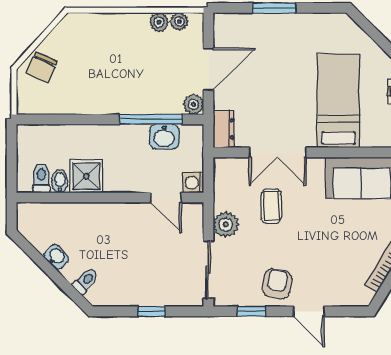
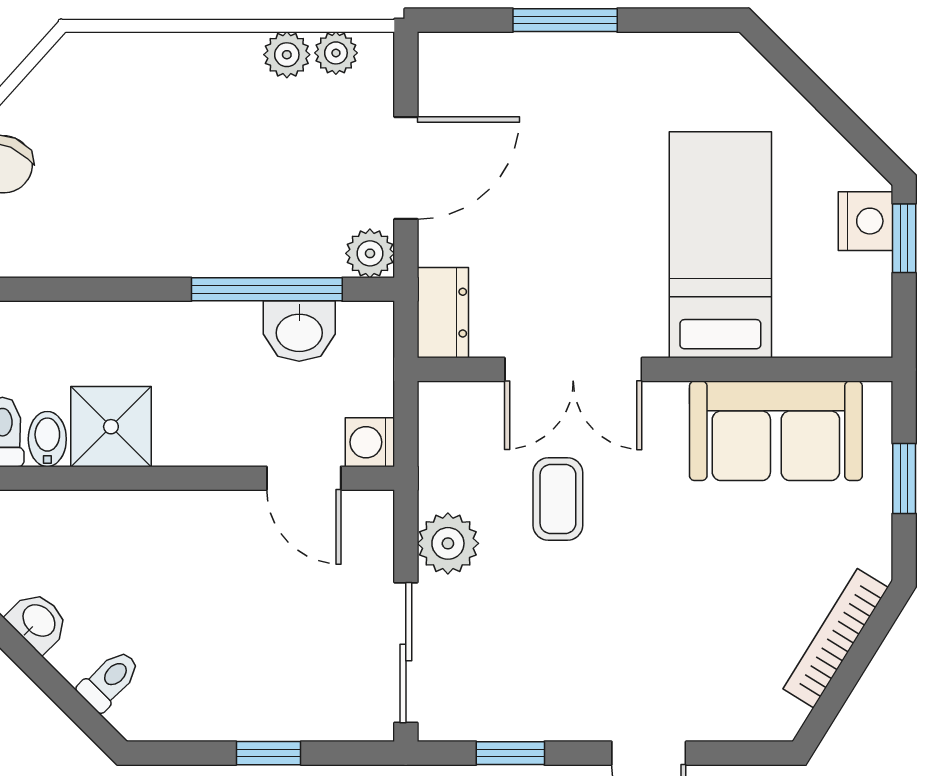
armchair: (277, 284) -> (572, 687), removed

